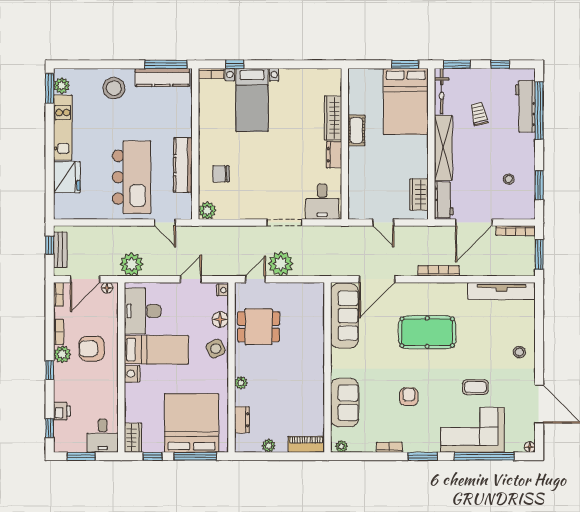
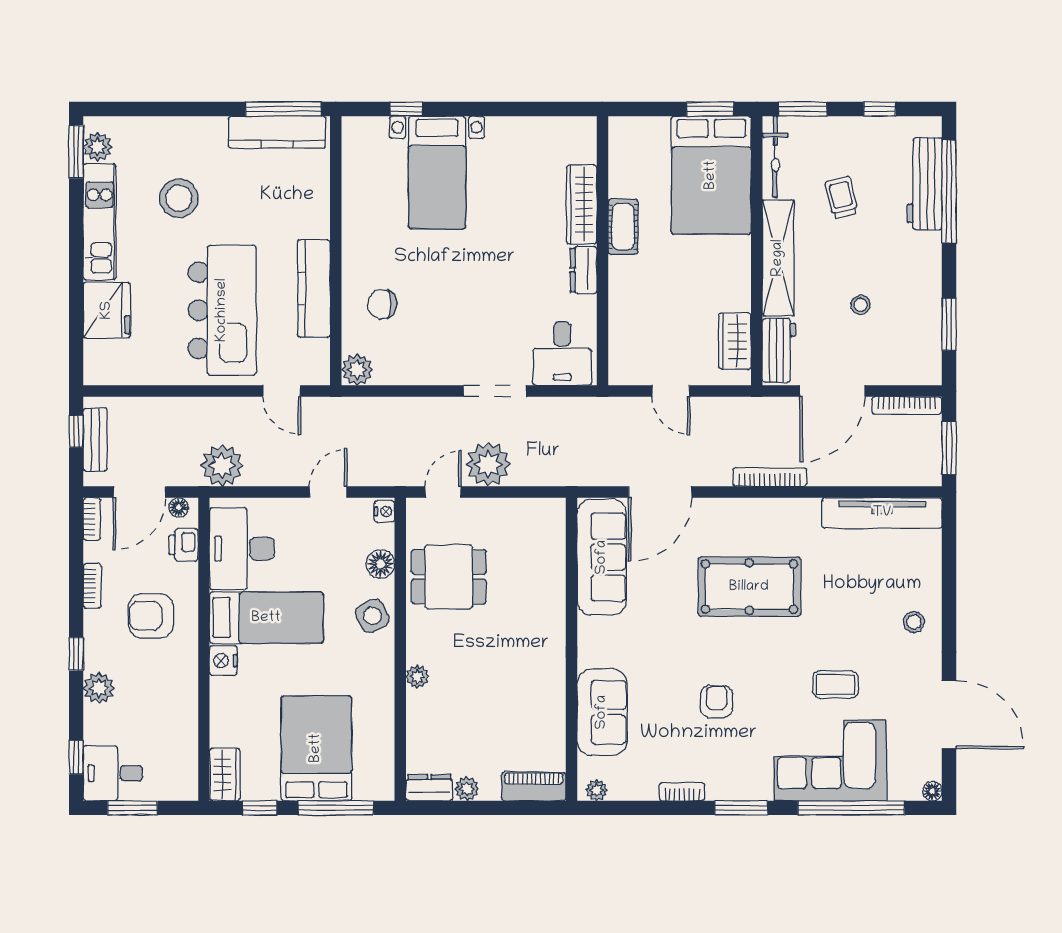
bookcase: (211, 73) -> (364, 125), removed
stool: (114, 88) -> (179, 198), moved
stool: (509, 179) -> (860, 305), moved
plant: (62, 354) -> (99, 688), moved
printer: (62, 411) -> (184, 545), moved, turned 180
dresser: (242, 420) -> (429, 788), moved, turned -90
bed: (192, 423) -> (316, 748), width x0.73
desk: (103, 436) -> (113, 773), moved, turned 90

